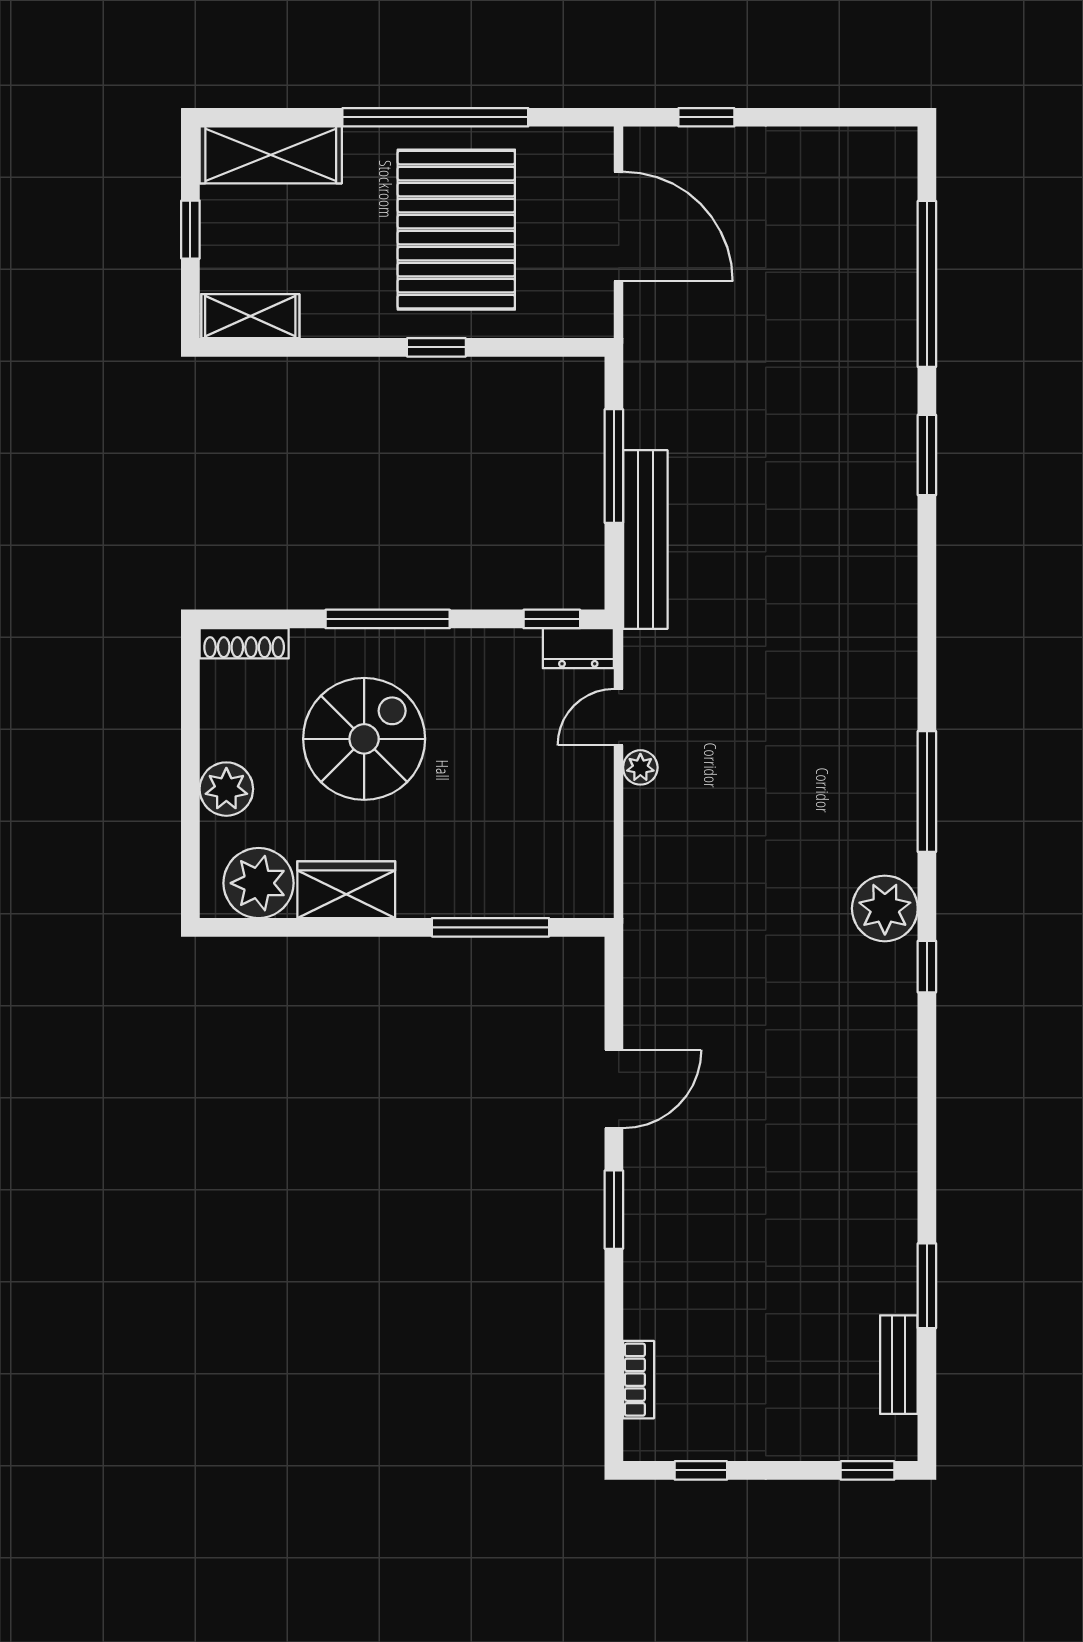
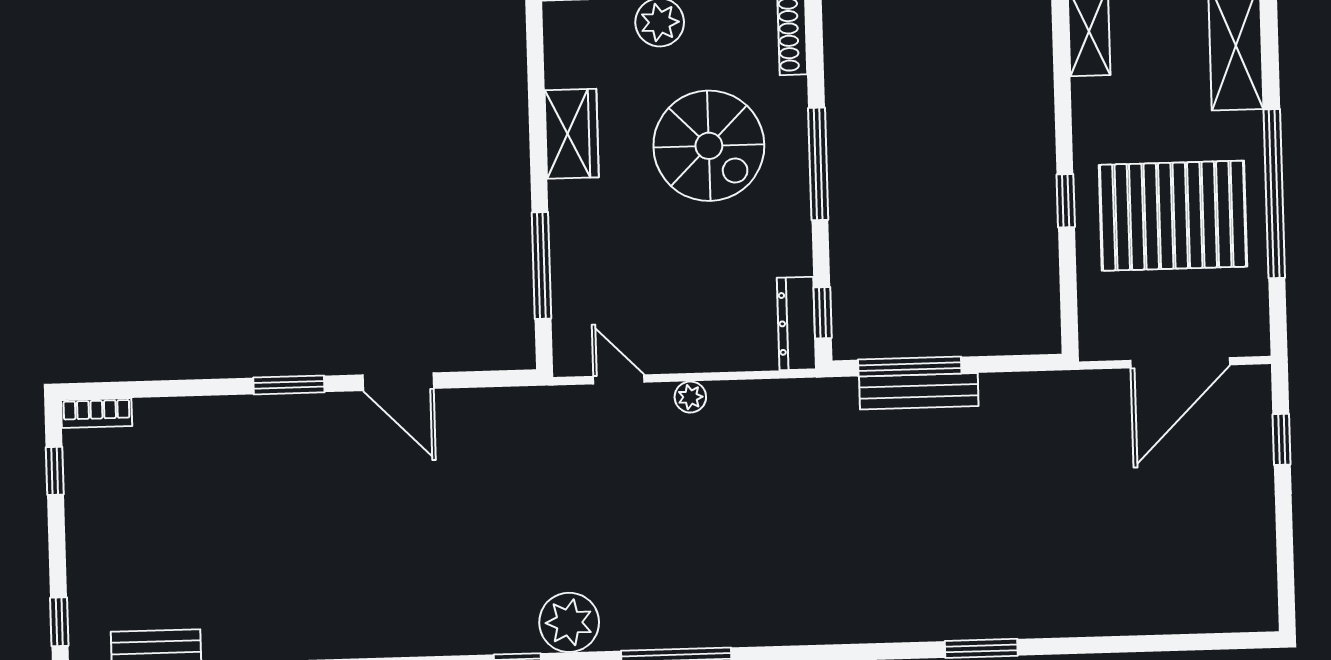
window: (927, 284) -> (1136, 644), removed
window: (614, 466) -> (910, 367), moved
bench: (645, 540) -> (919, 391), width x0.73, depth x0.82
dresser: (578, 648) -> (796, 324), width x1.44
door: (619, 717) -> (619, 379), moved
plant: (259, 883) -> (575, 54), removed
bookcase: (639, 1380) -> (97, 413), moved

